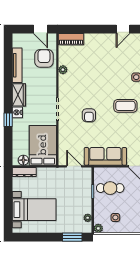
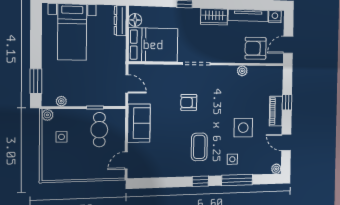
window: (89, 29) -> (287, 102), added
piano: (71, 39) -> (276, 111), moved
armchair: (44, 58) -> (256, 48), turned 180
side table: (110, 68) -> (243, 128), added
nightstand: (17, 112) -> (275, 17), moved
sofa: (105, 156) -> (139, 123), width x0.73
door: (74, 166) -> (127, 84), hinge flipped

